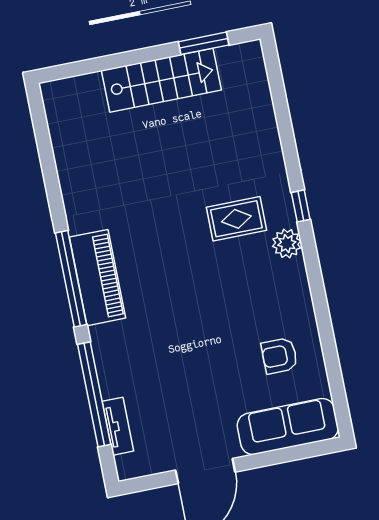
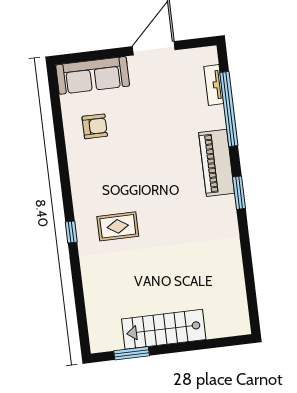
plant: (287, 244) -> (83, 206), removed
piano: (97, 278) -> (217, 163), moved
window: (71, 279) -> (239, 193), width x0.47

